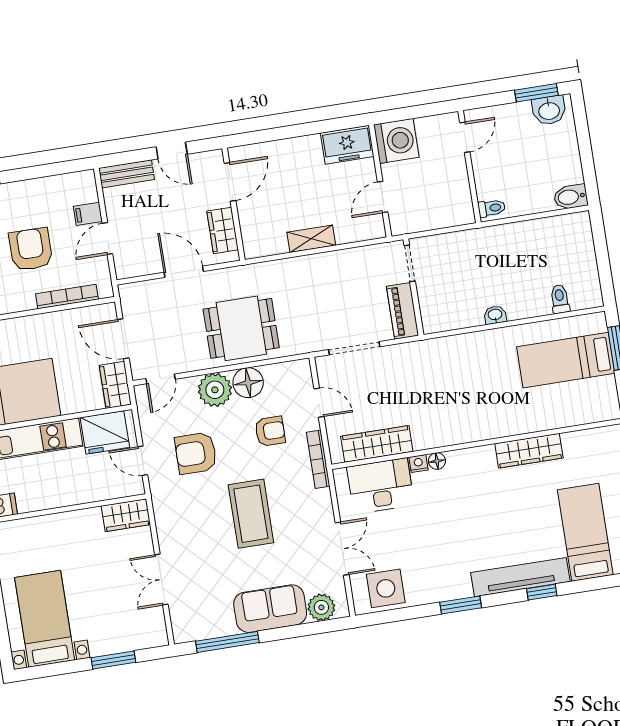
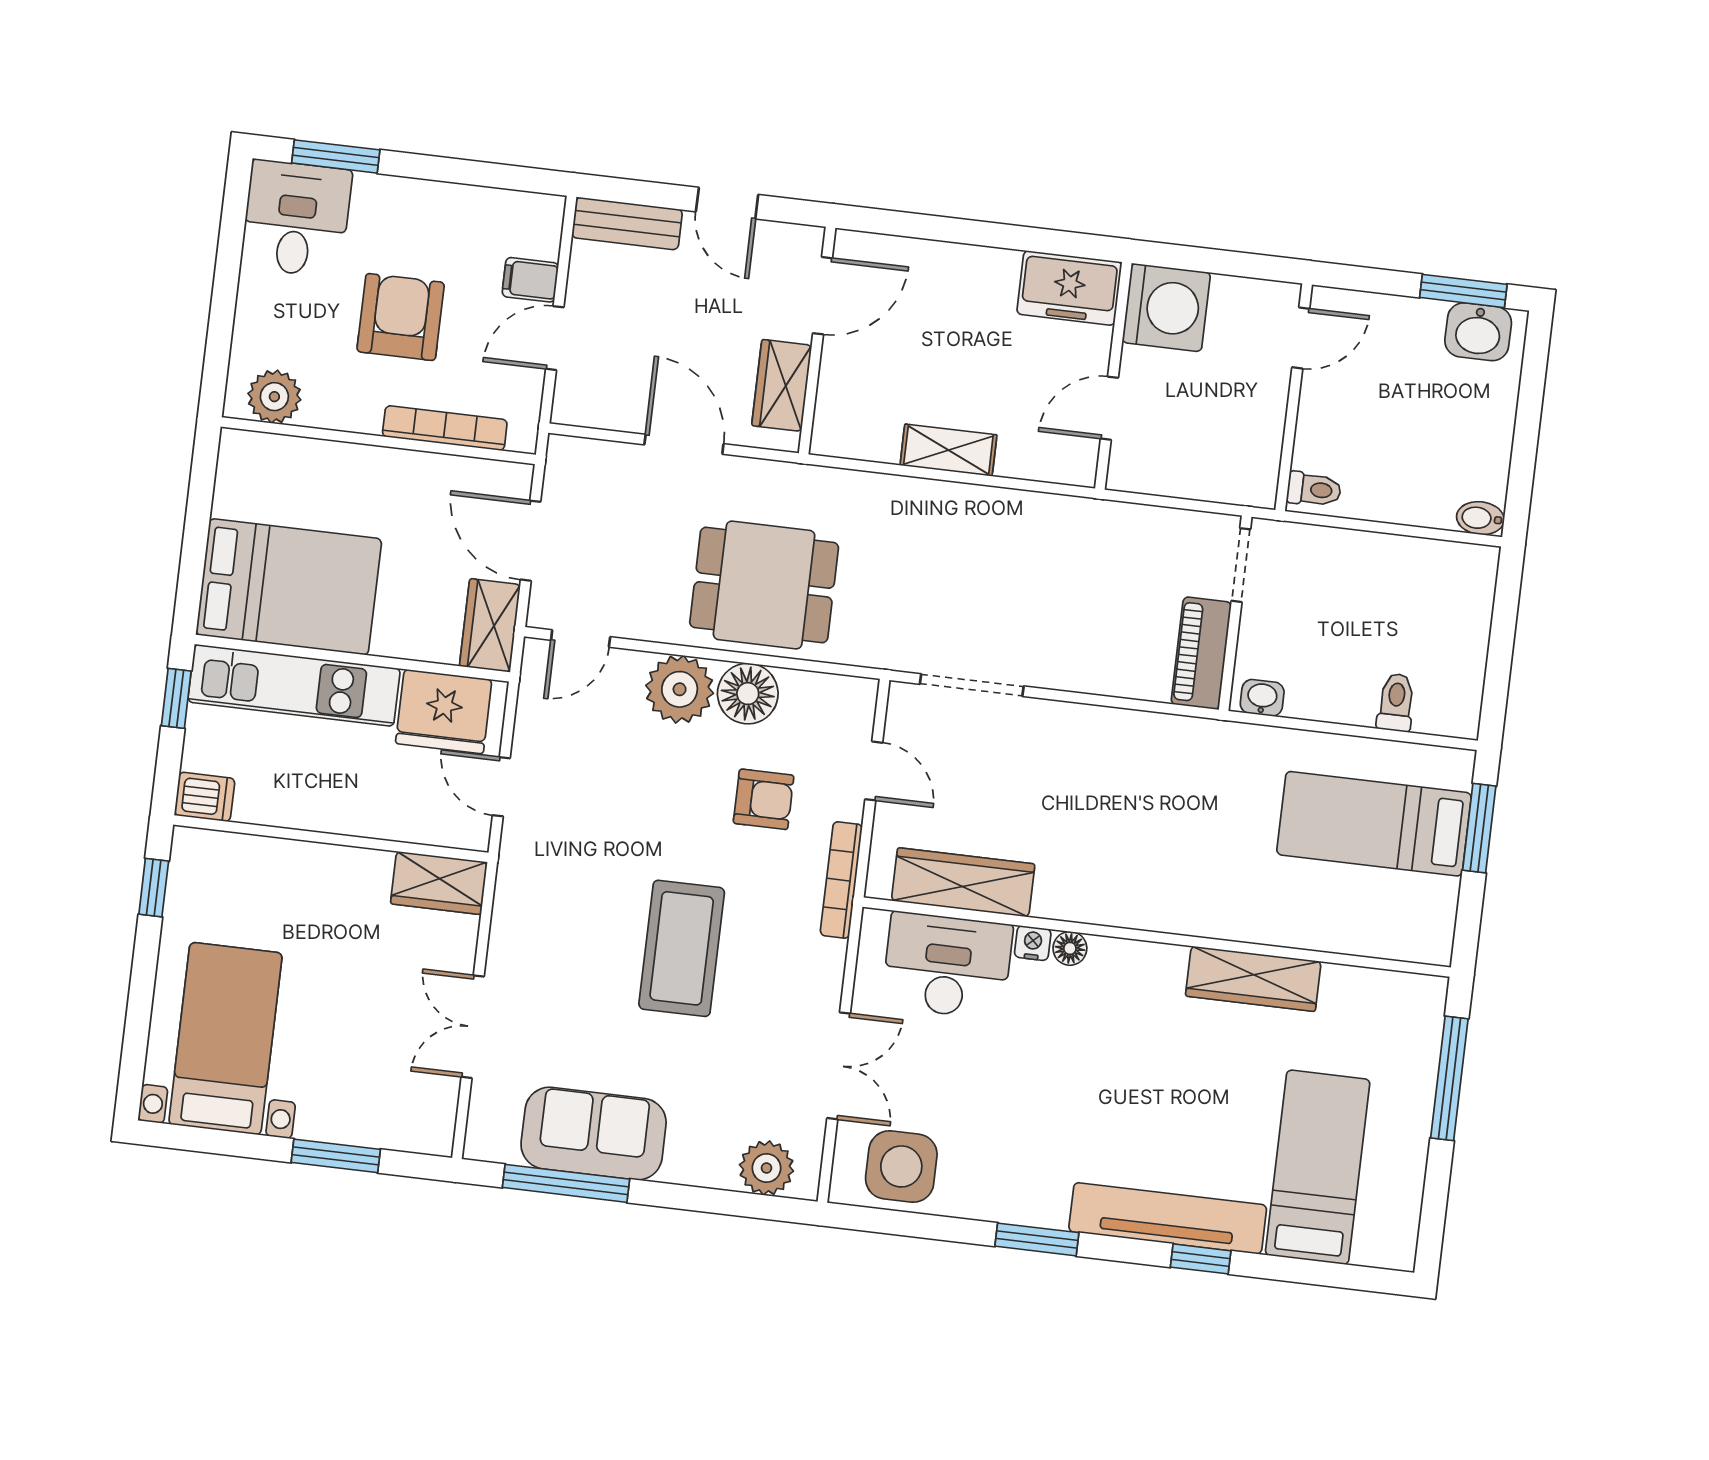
bidet: (571, 197) -> (1480, 518), width x0.72, depth x0.74
doorway: (410, 263) -> (1241, 565), moved
wall: (413, 287) -> (1235, 613), moved
piano: (403, 311) -> (1201, 653), moved
armchair: (196, 453) -> (608, 801), removed
sofa: (270, 609) -> (594, 1134), moved

